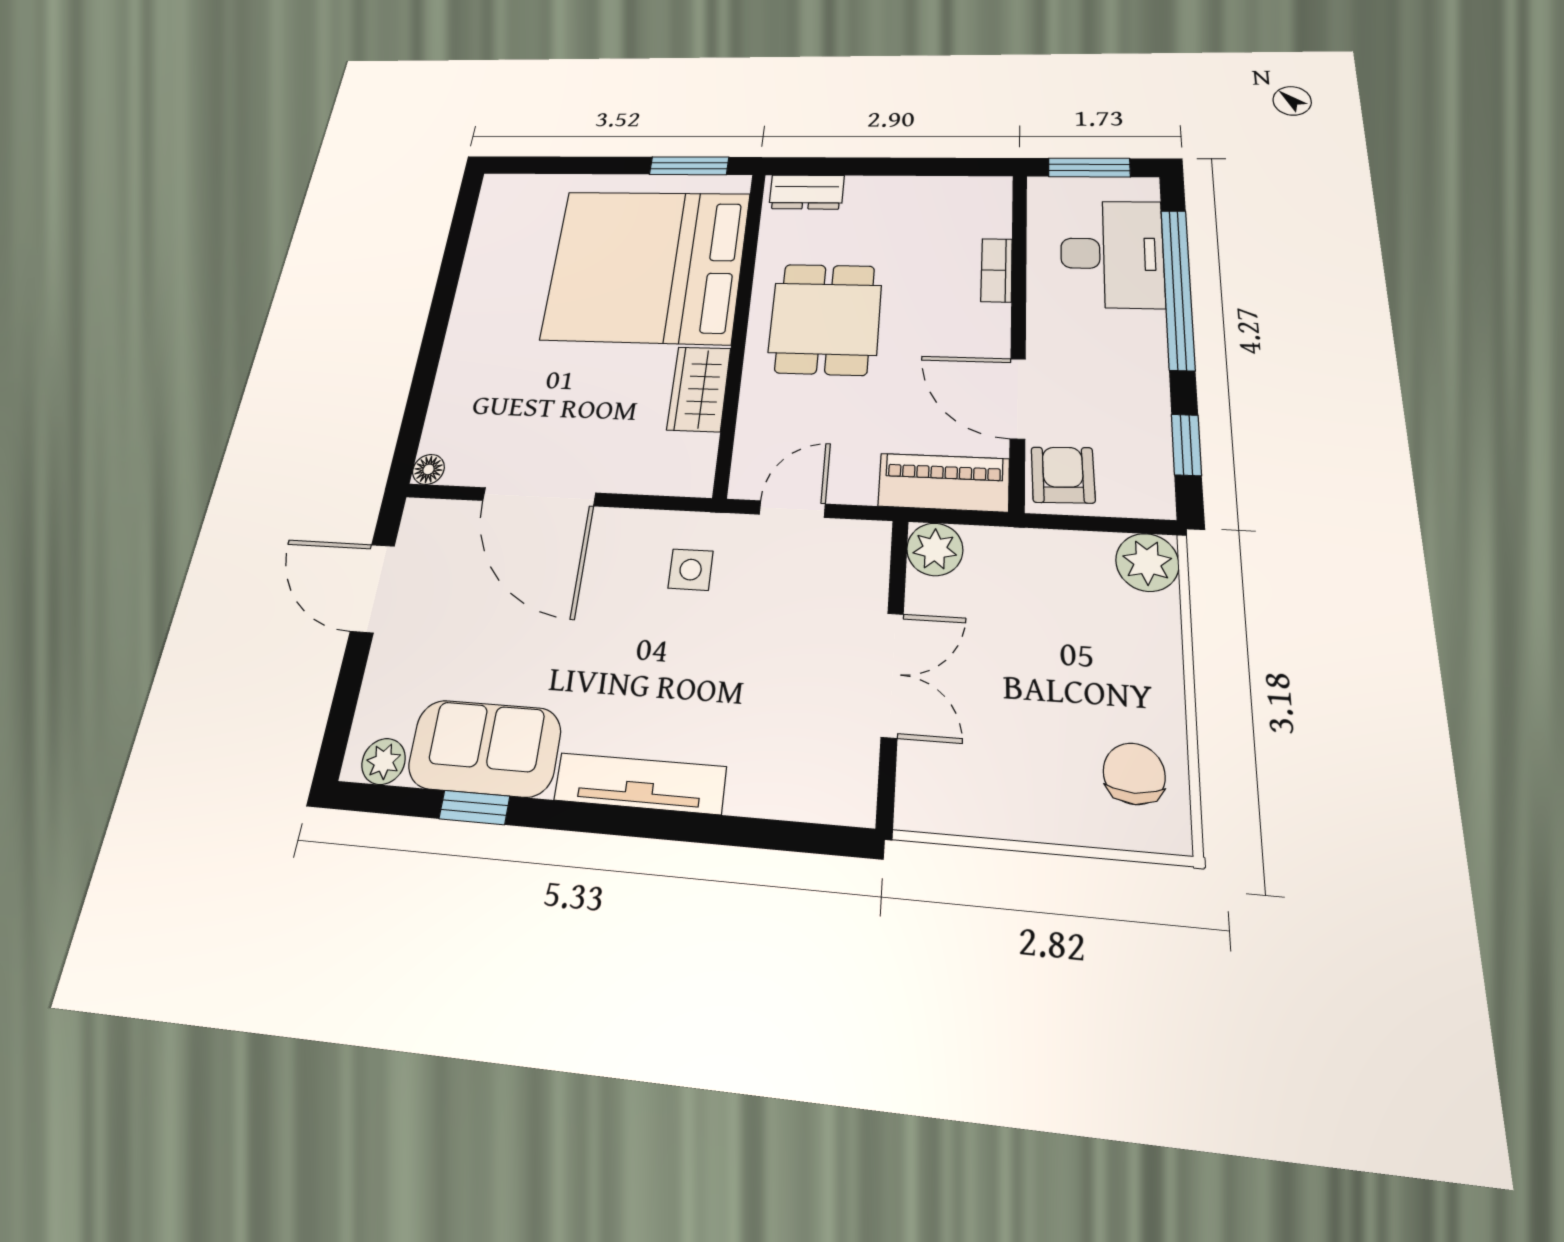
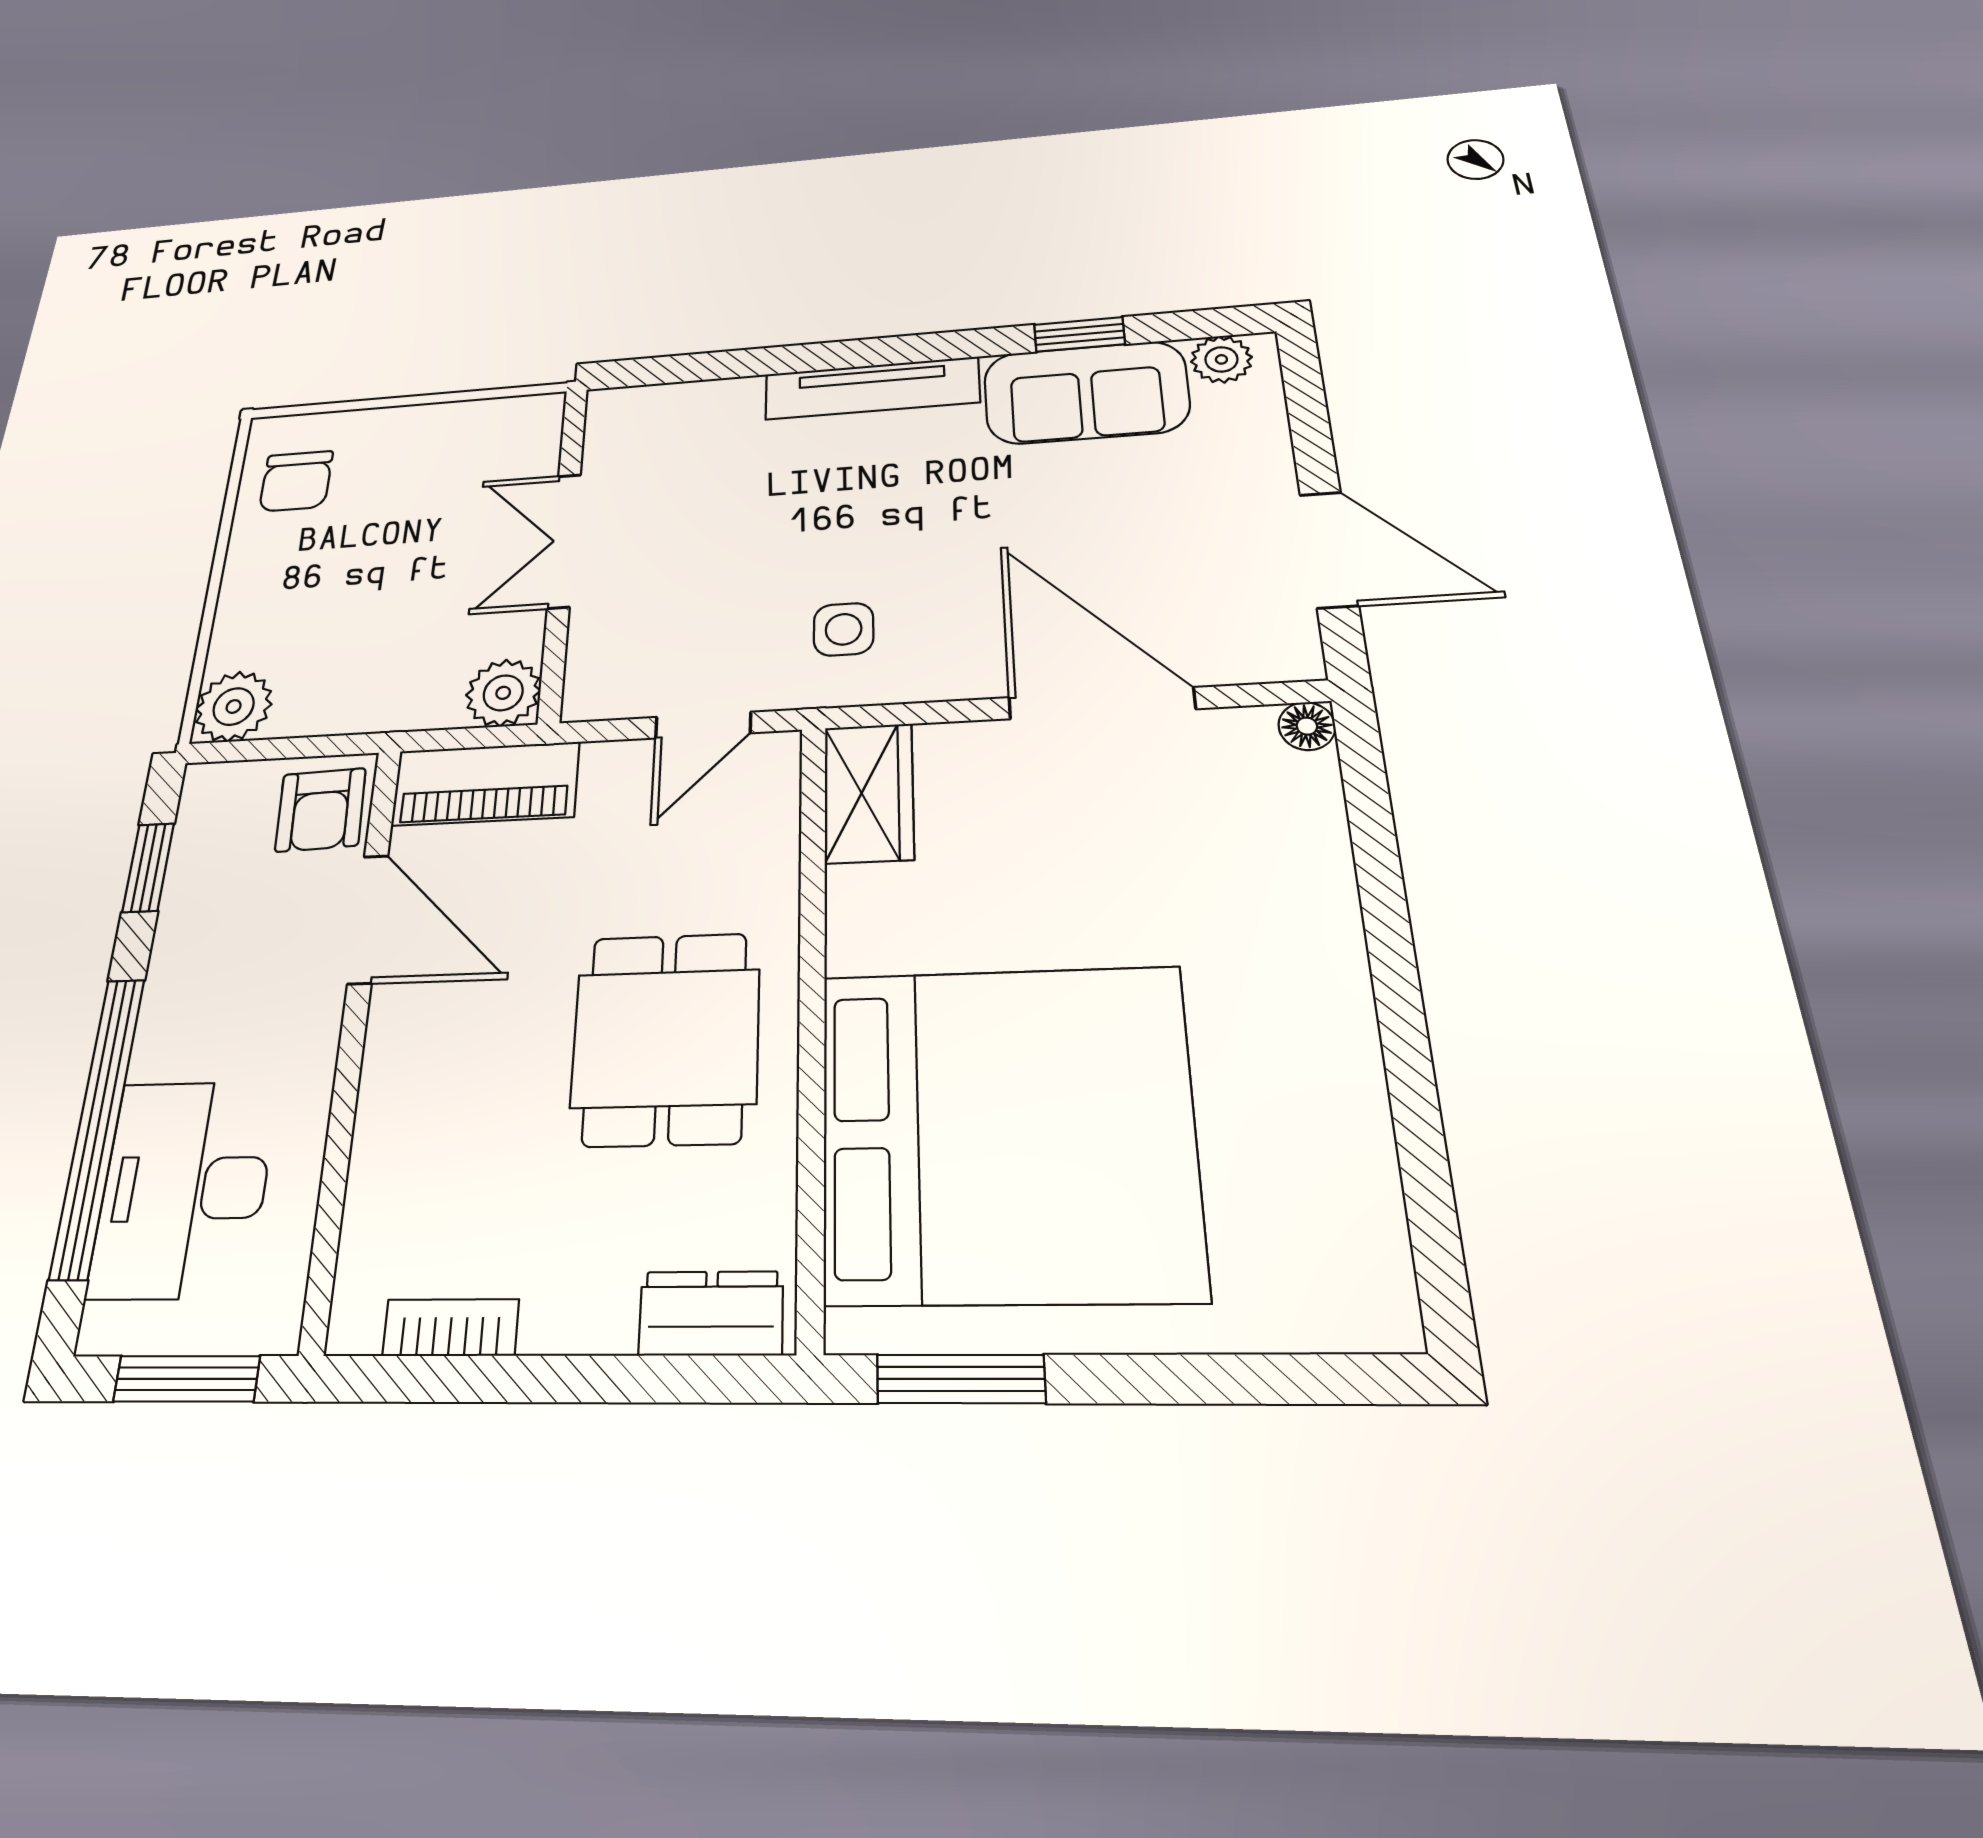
bookcase: (997, 270) -> (451, 1328), moved, turned -90
wardrobe: (699, 389) -> (869, 793), moved

